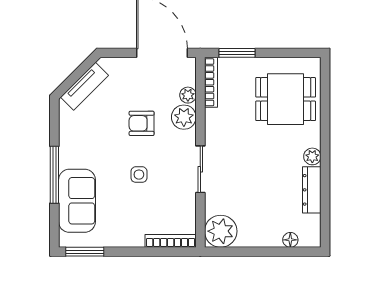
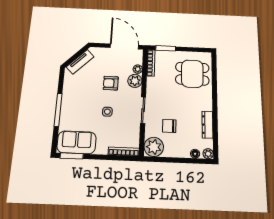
plant: (312, 156) -> (208, 154), moved
chair: (246, 195) -> (169, 126), added
sofa: (77, 201) -> (77, 142), moved, turned -90

